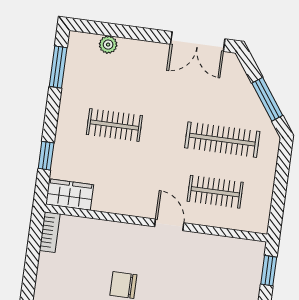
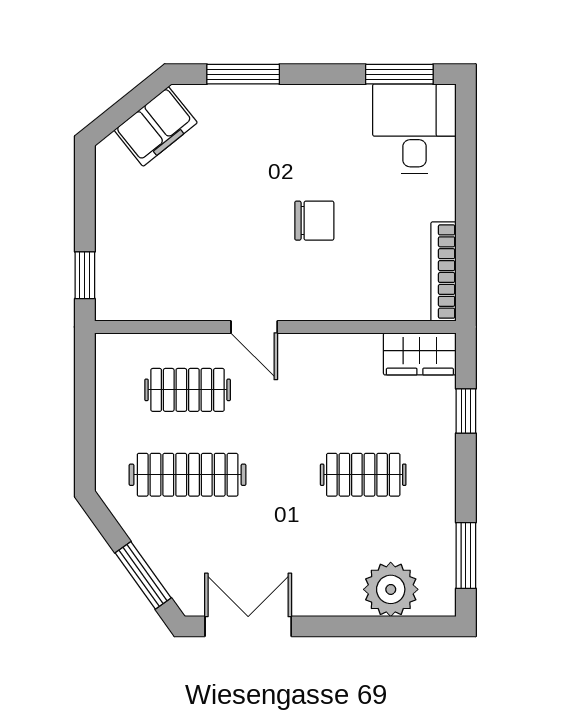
plant: (108, 45) -> (391, 589), width x1.88, depth x1.88
window: (267, 99) -> (143, 575), moved
bookcase: (50, 232) -> (444, 272), width x1.56

